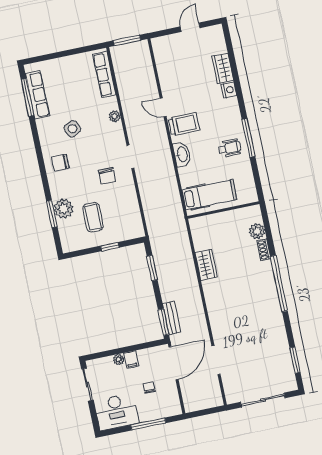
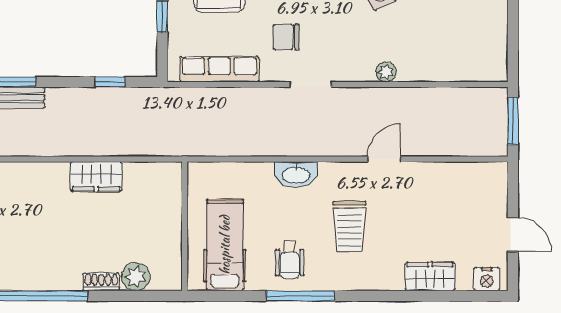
row of seats: (104, 74) -> (219, 69), moved
nightstand: (229, 90) -> (487, 279), moved
trolley: (184, 124) -> (350, 227), moved
hospital bed: (209, 195) -> (225, 245), moved, turned 180
window: (152, 268) -> (110, 82), width x0.67

